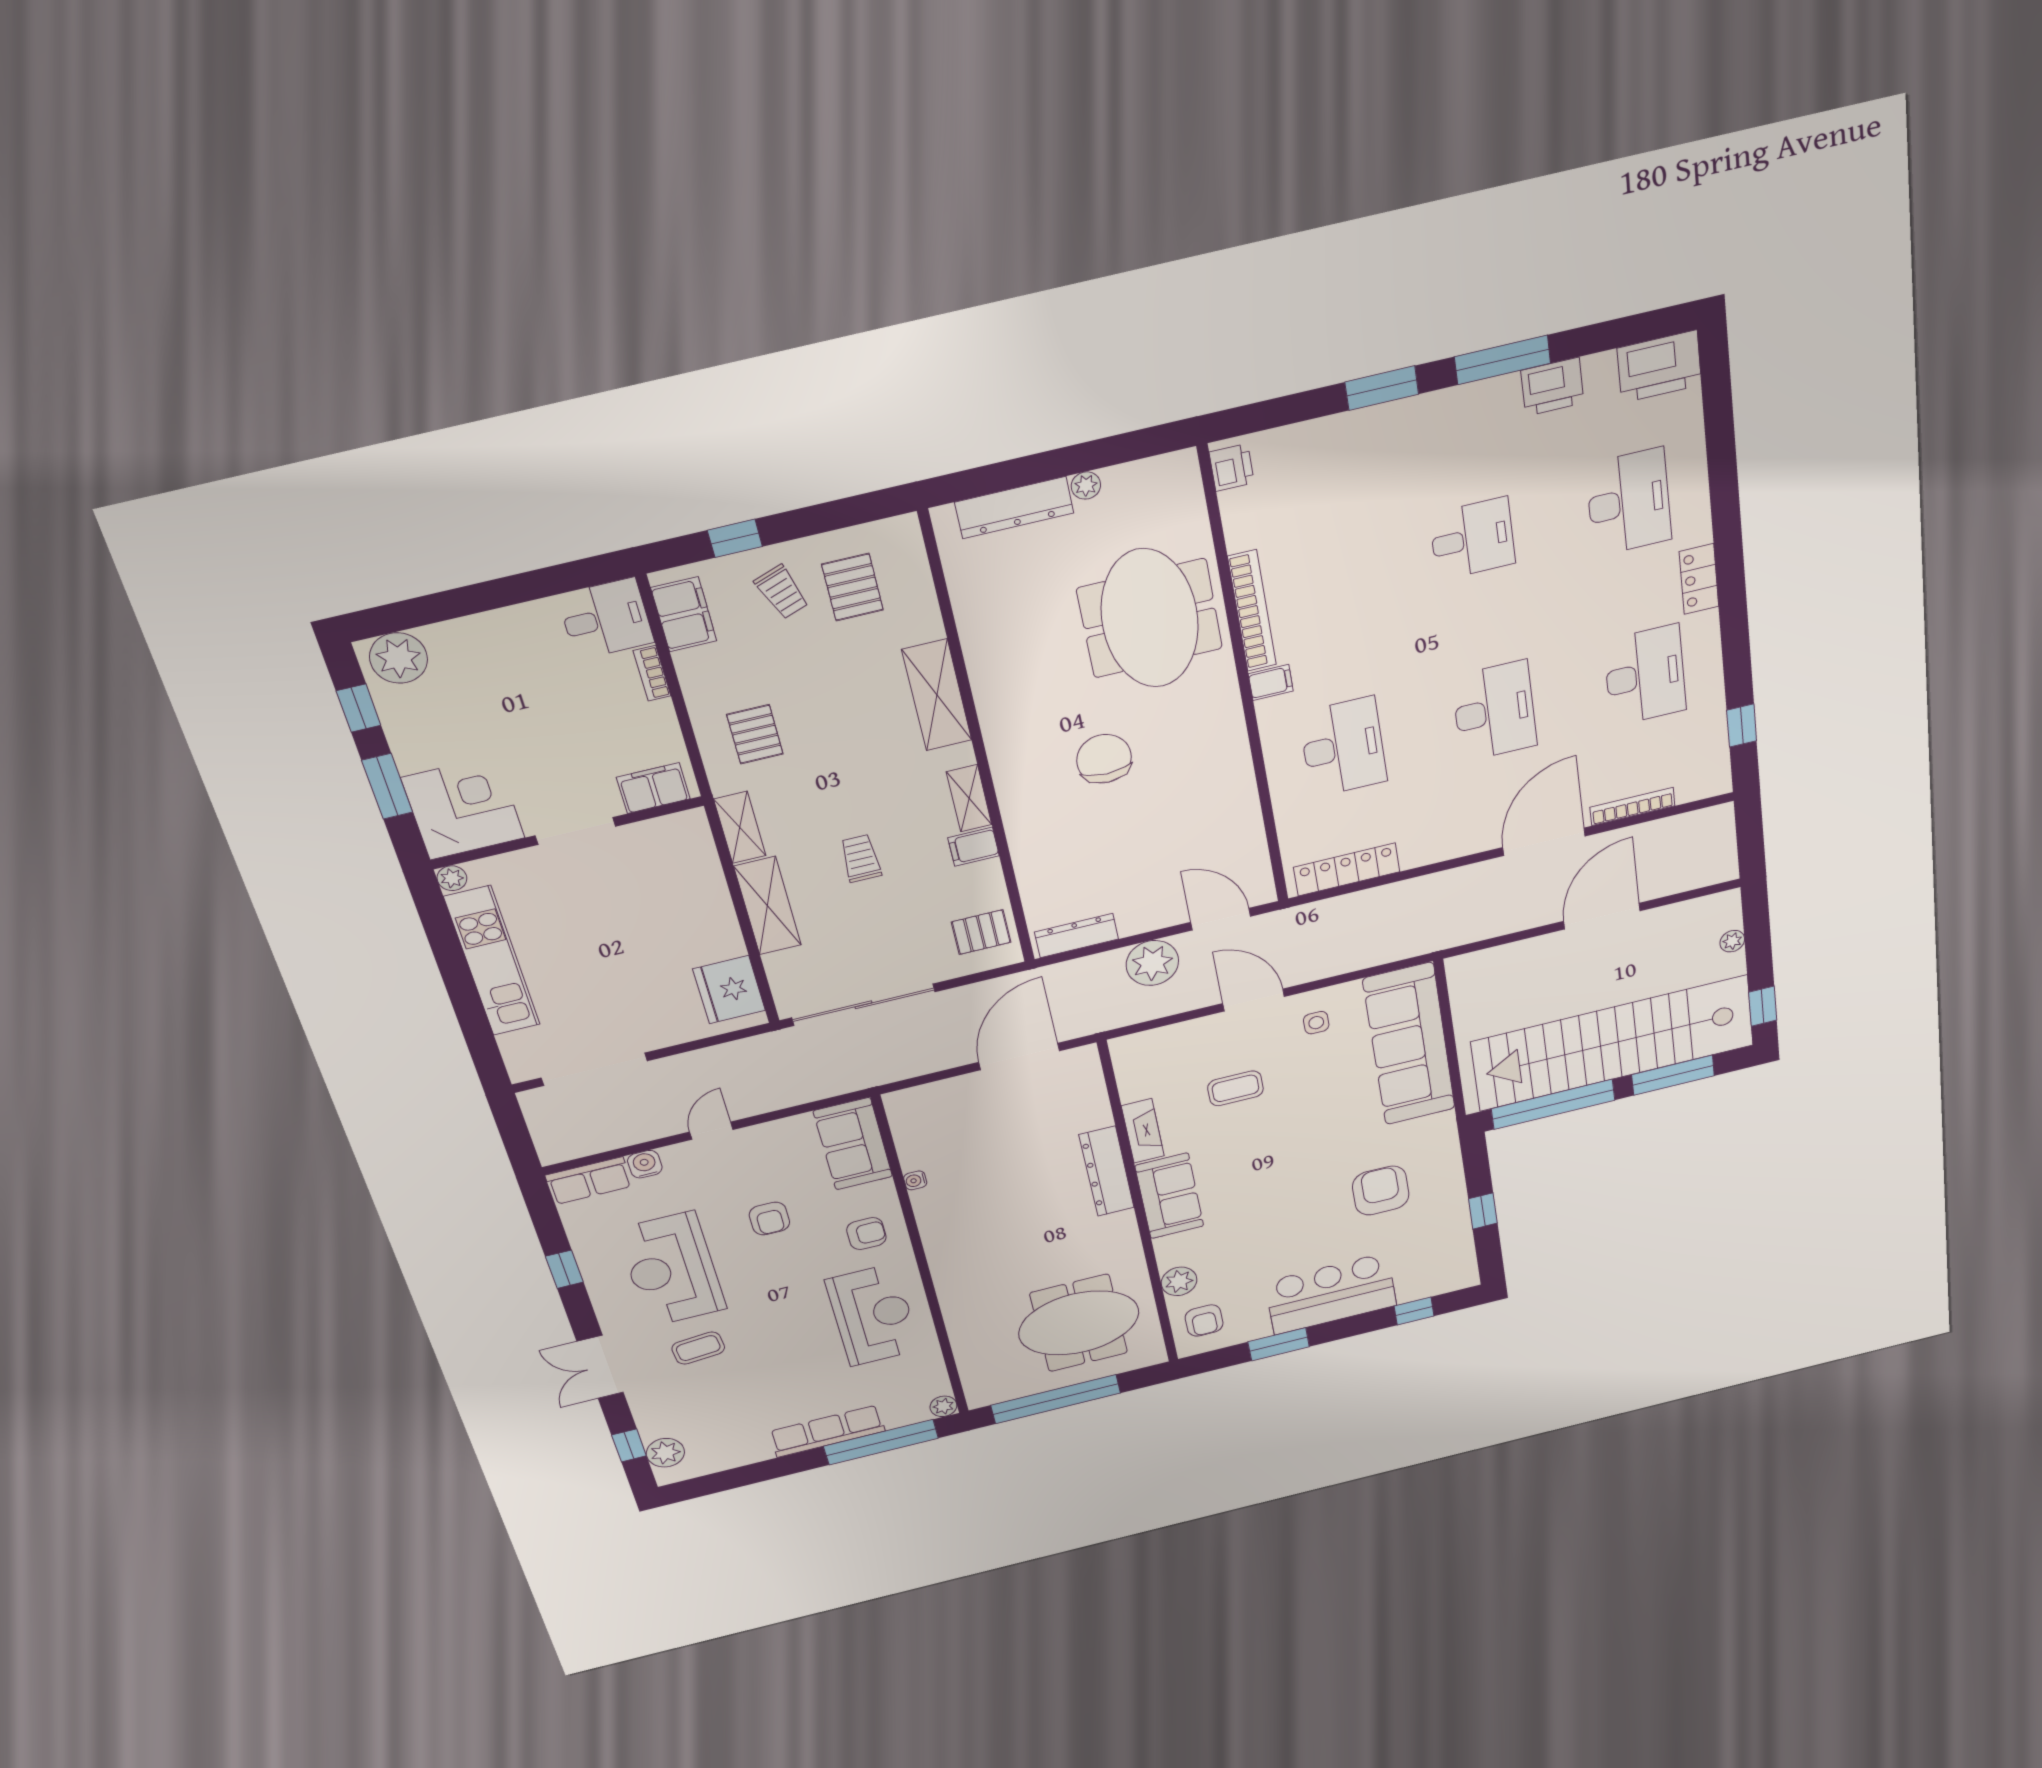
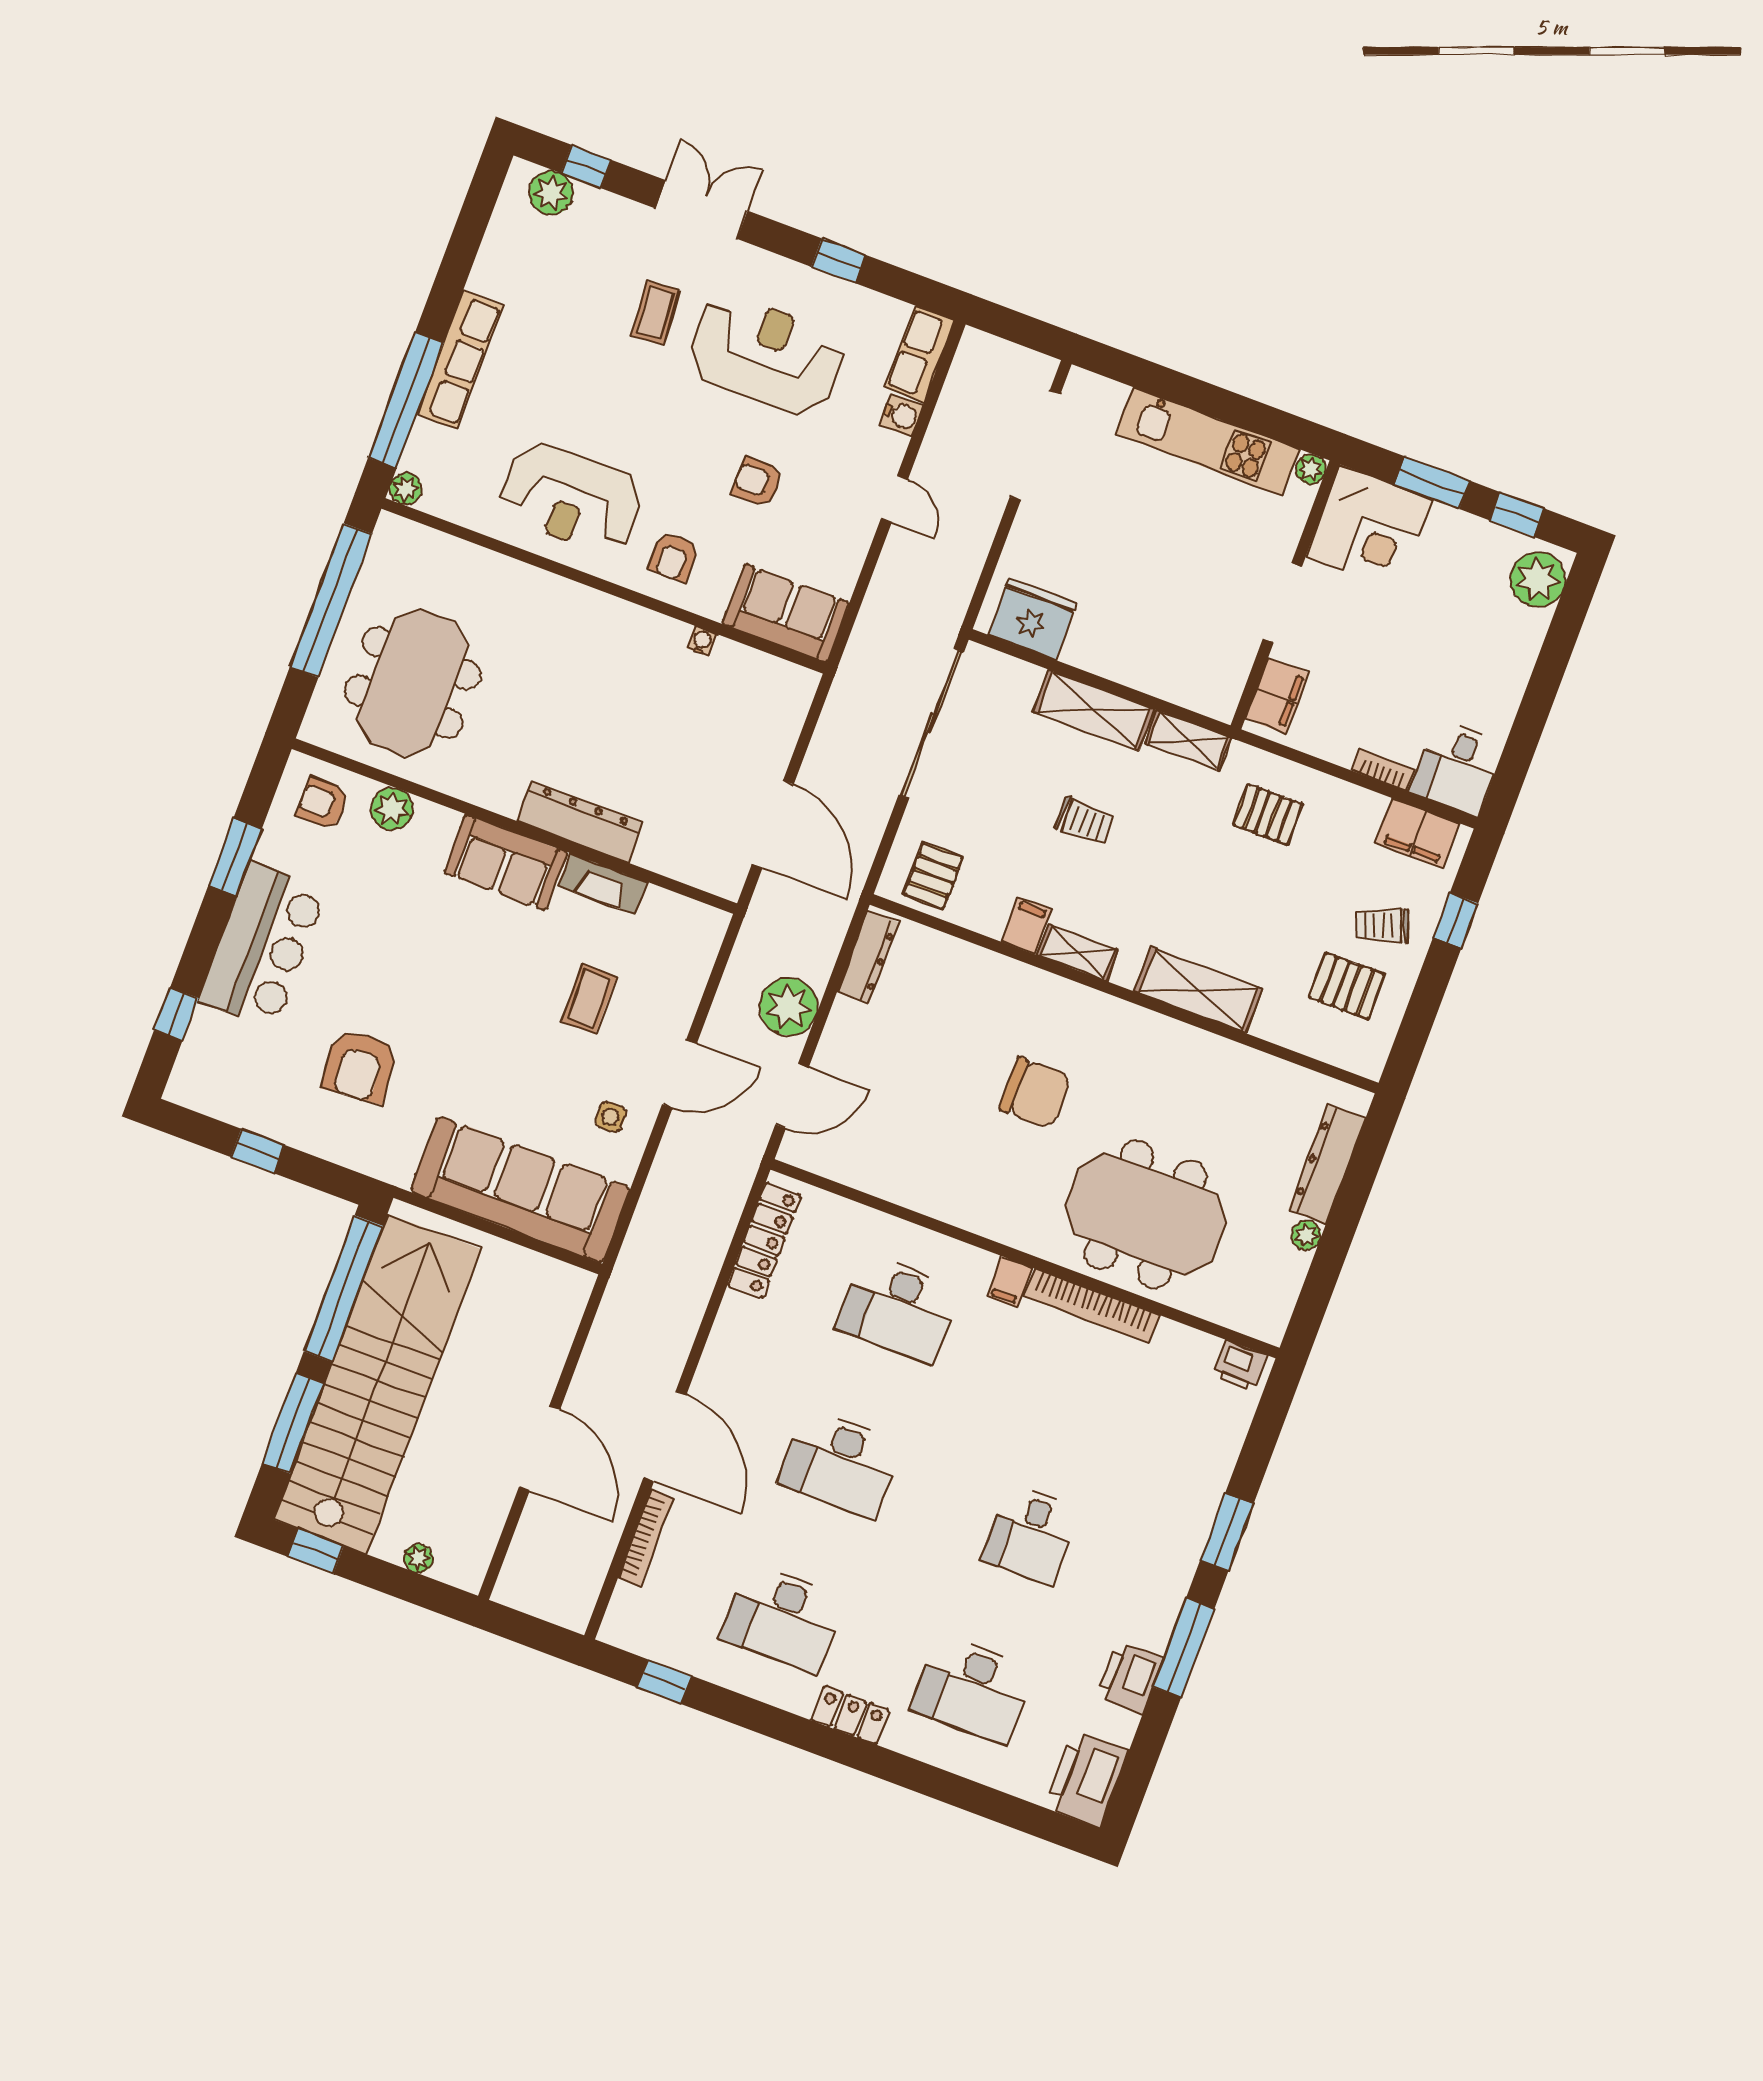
armchair: (1381, 1191) -> (360, 1066), turned 85

